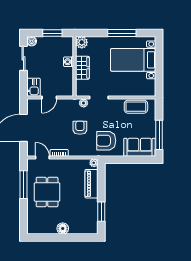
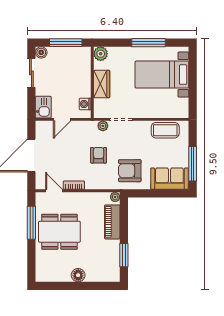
window: (52, 33) -> (66, 43), width x1.44
washing machine: (69, 62) -> (85, 104), moved
dining table: (47, 192) -> (59, 232), width x1.38

